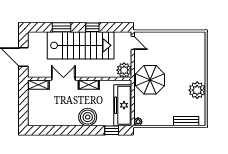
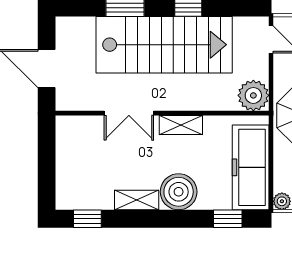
double door: (63, 79) -> (129, 113), swing flipped
shelving: (38, 85) -> (137, 200), moved
window: (43, 130) -> (87, 219), added

